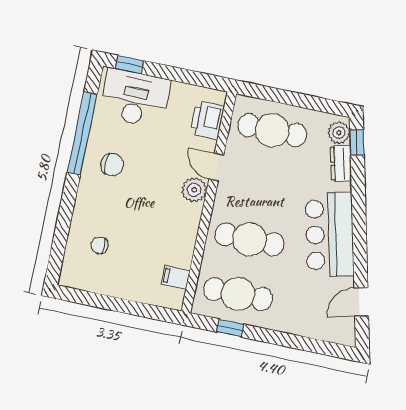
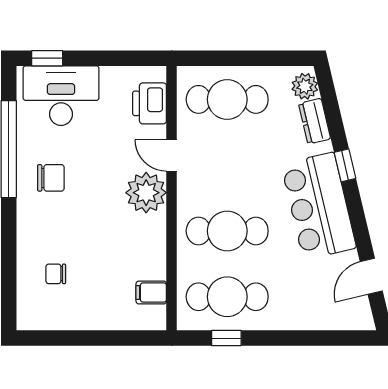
window: (357, 142) -> (345, 165), moved
plant: (194, 190) -> (146, 193), width x1.36, depth x1.36

